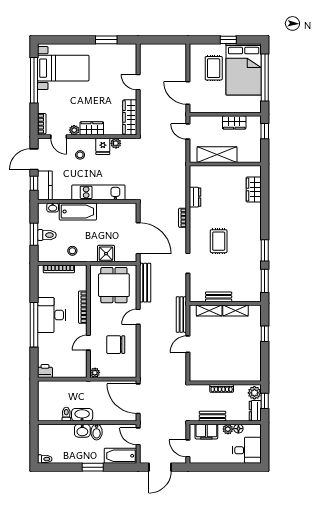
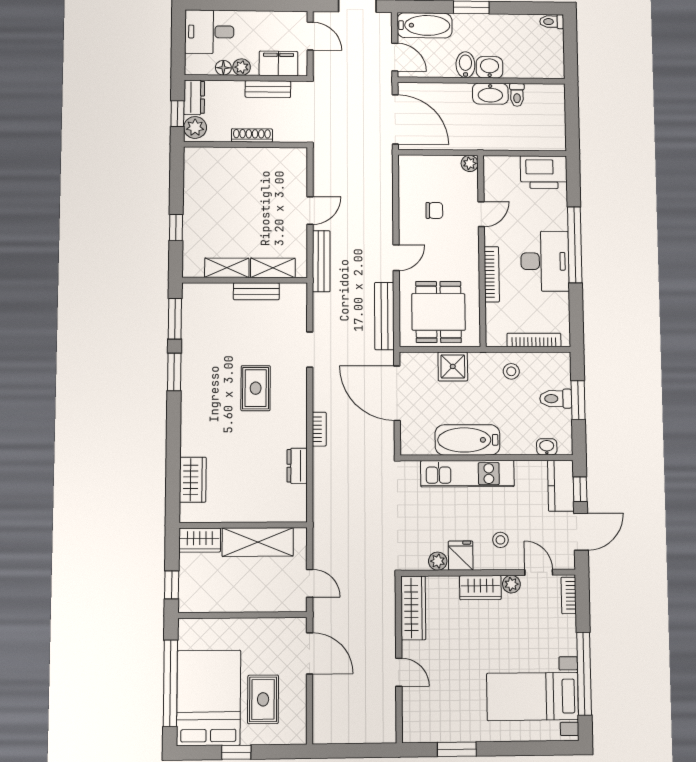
wardrobe: (234, 122) -> (200, 540), moved, turned 180
bathtub: (78, 211) -> (467, 440), moved
chair: (116, 345) -> (434, 210), width x0.54, depth x0.54
printer: (45, 371) -> (544, 172), width x1.87, depth x1.48

